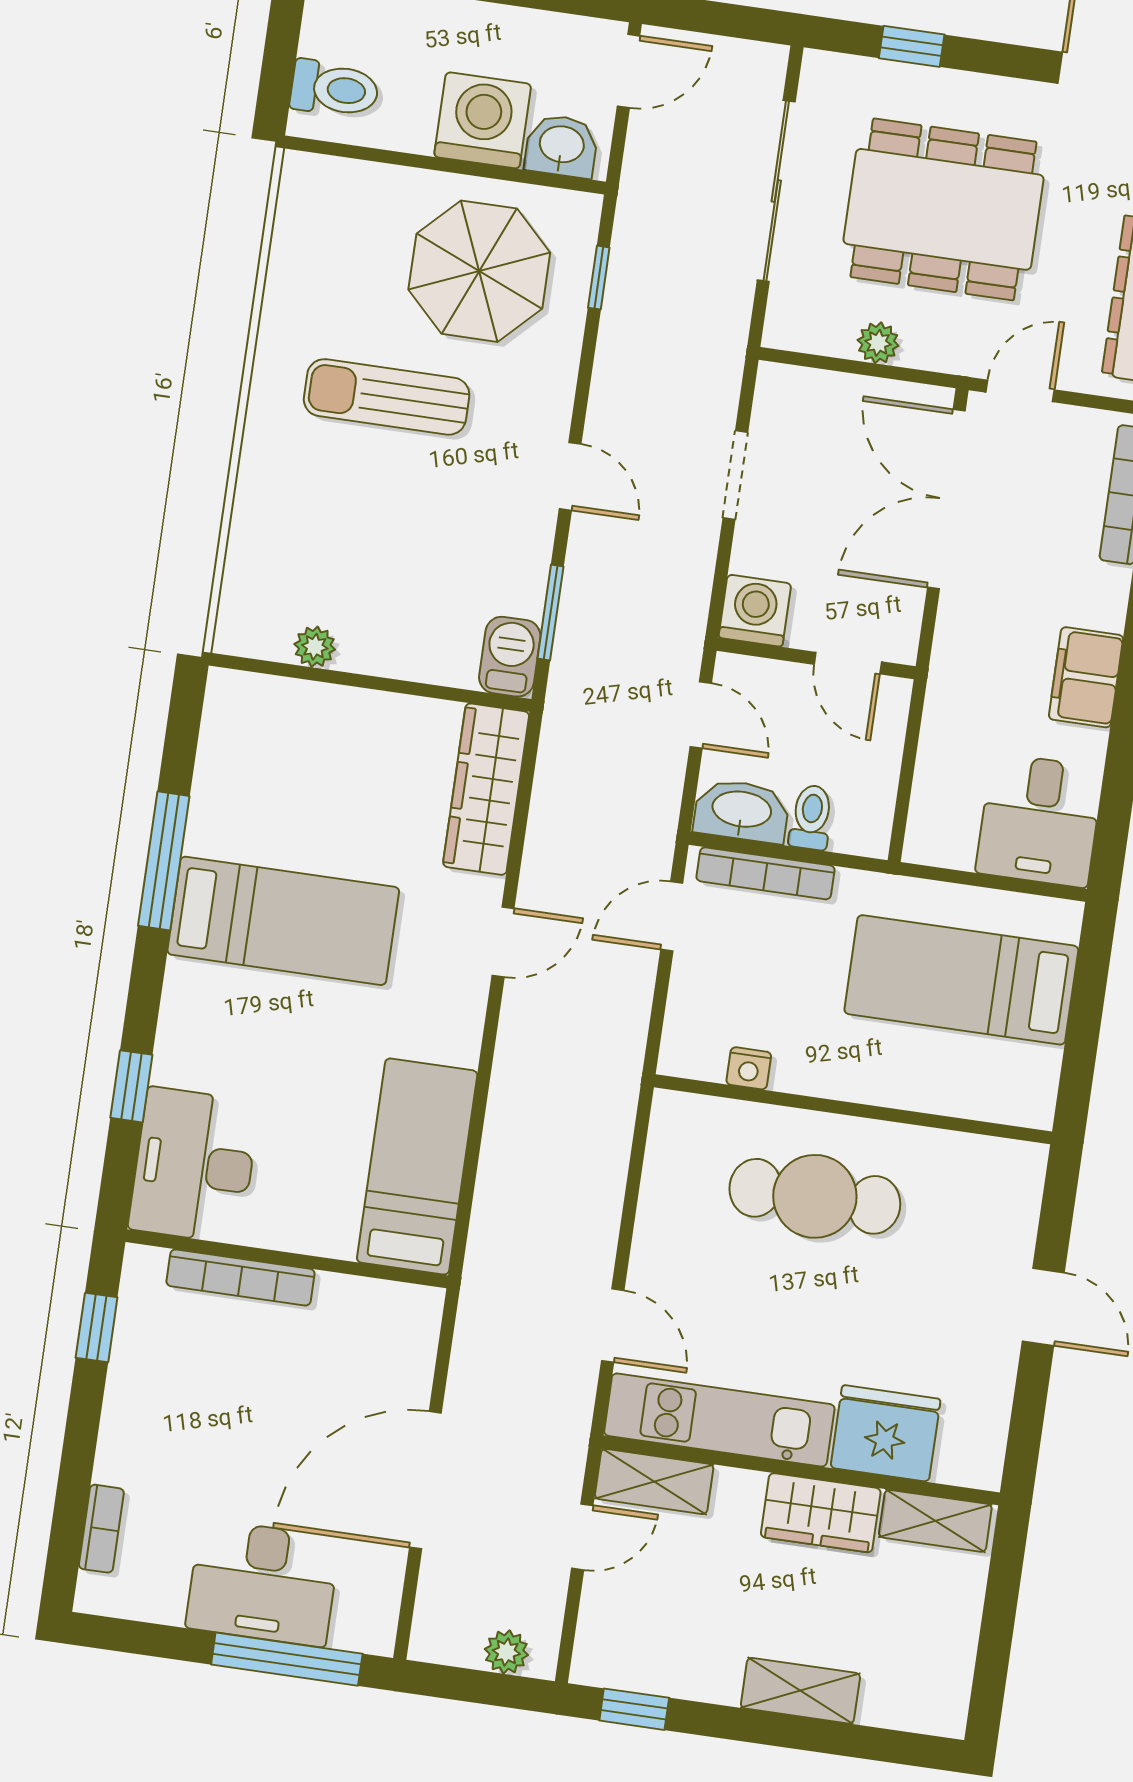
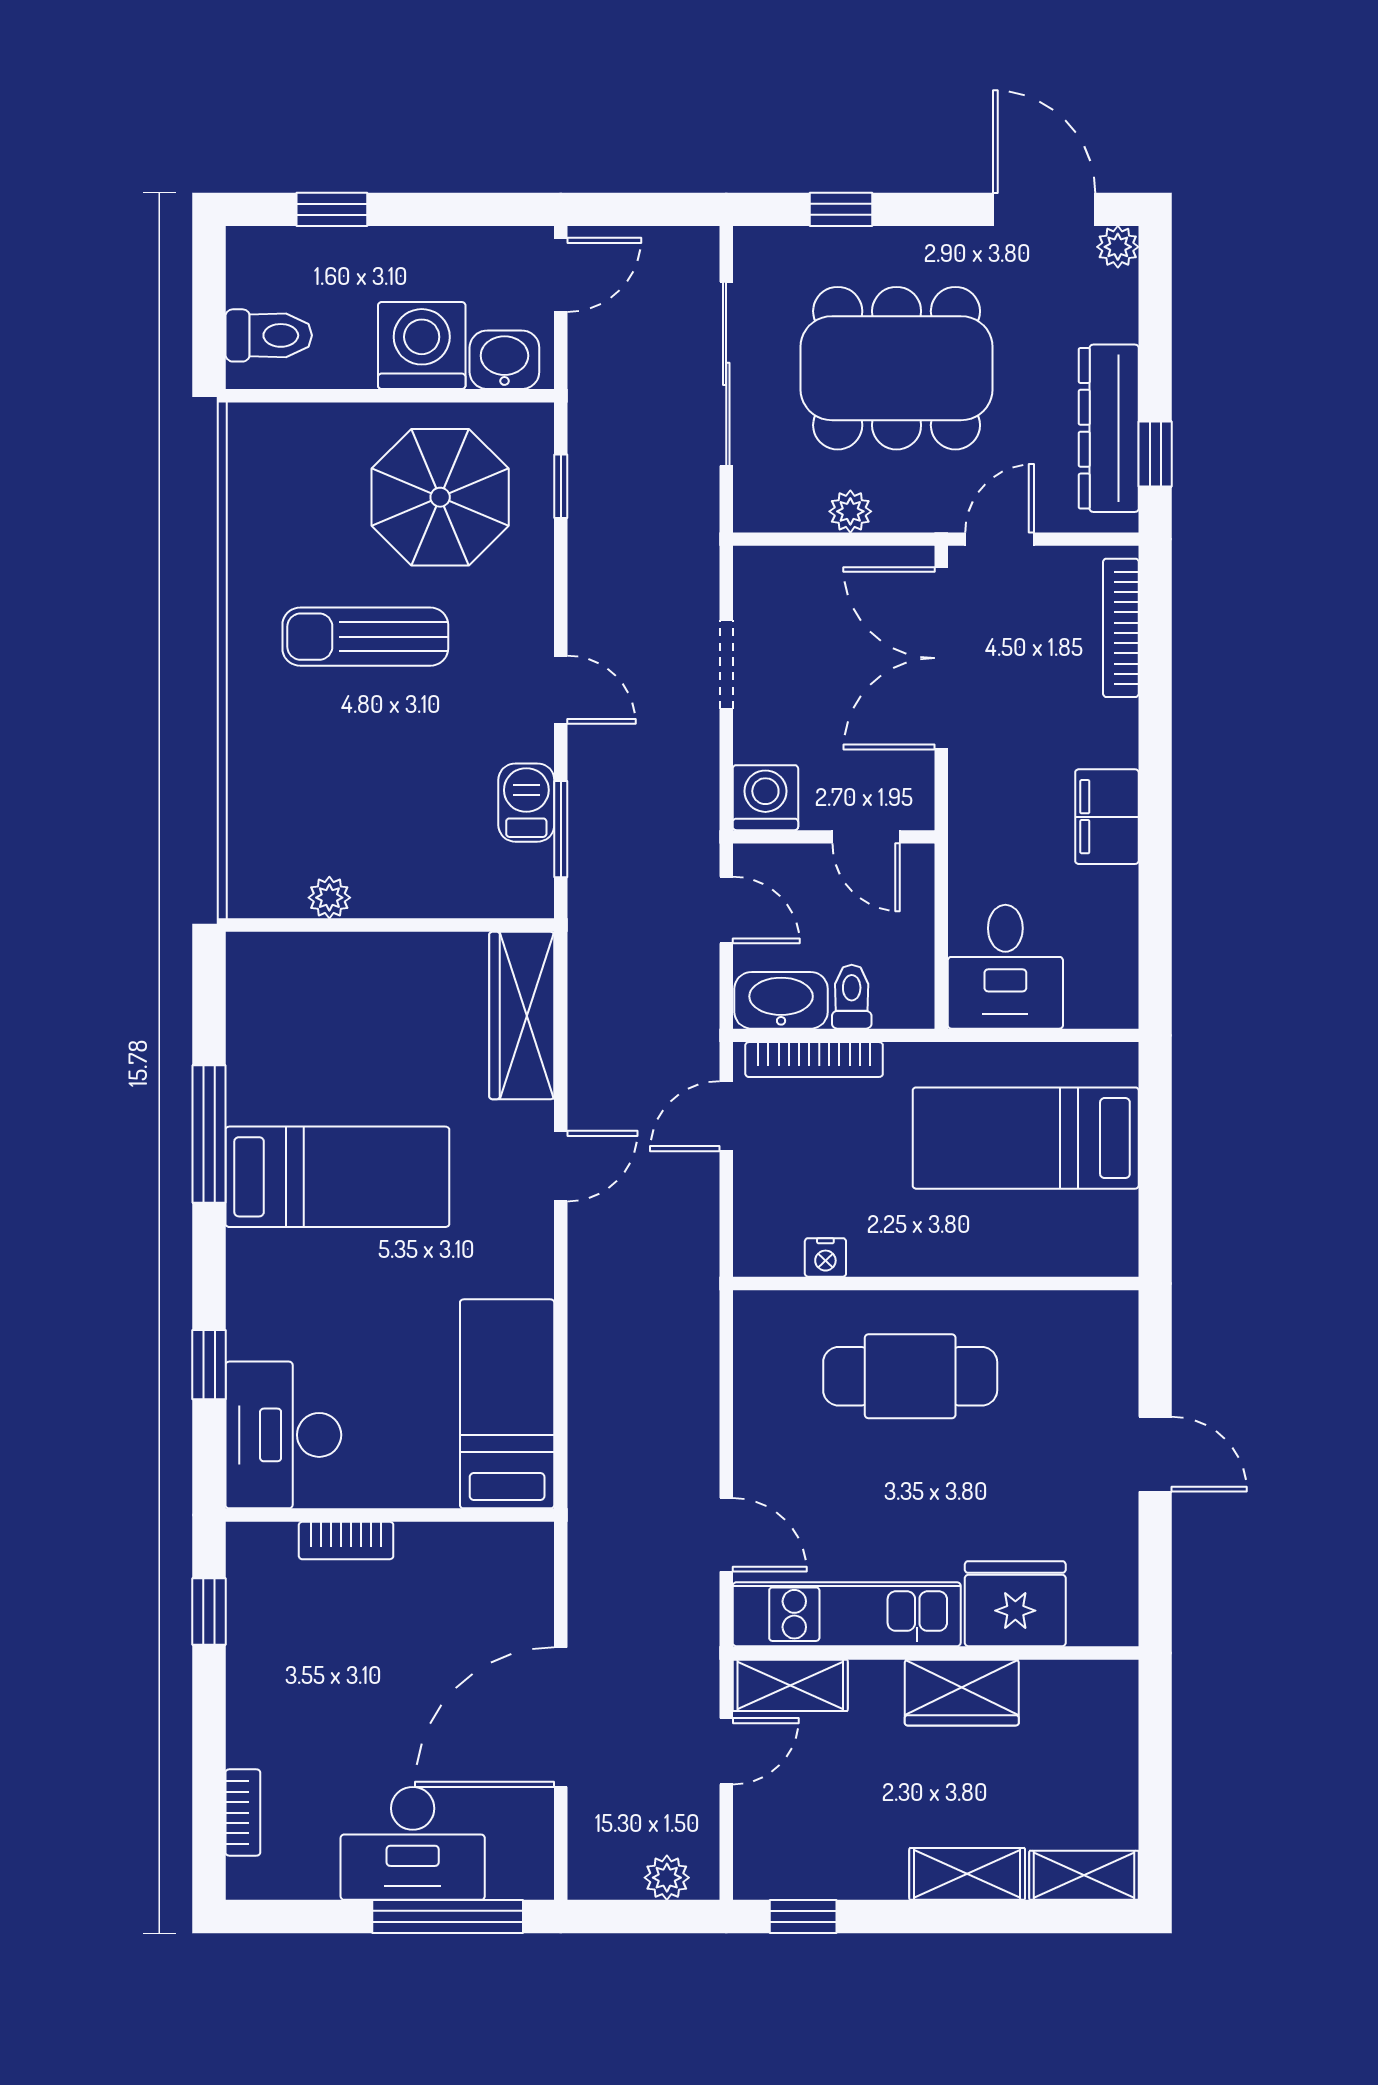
barbecue: (510, 657) -> (526, 803), moved
desk: (1040, 820) -> (1005, 967), moved
bookcase: (240, 1277) -> (346, 1541), width x0.64
shelving: (935, 1521) -> (1084, 1875), moved

